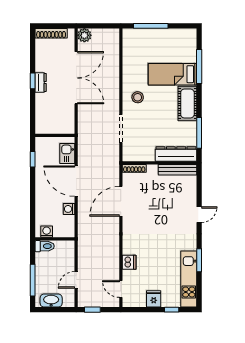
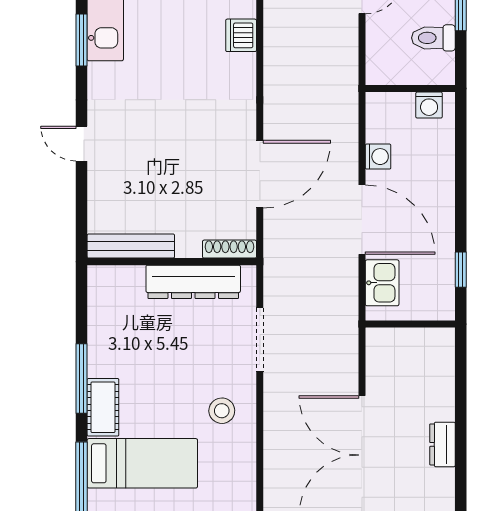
window: (33, 81) -> (461, 448), removed
cot: (187, 104) -> (103, 407), width x0.73, depth x0.75
window: (199, 133) -> (82, 379), moved
dresser: (176, 154) -> (193, 282), moved
door: (199, 215) -> (82, 144), hinge flipped
toilet: (45, 246) -> (433, 38), moved

